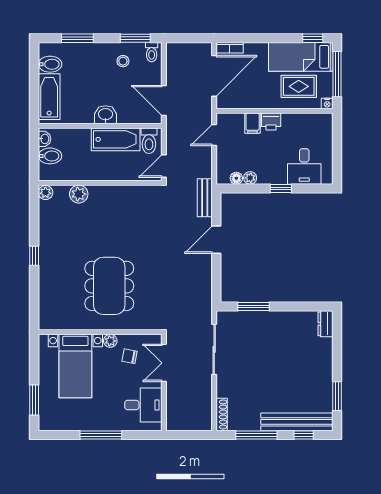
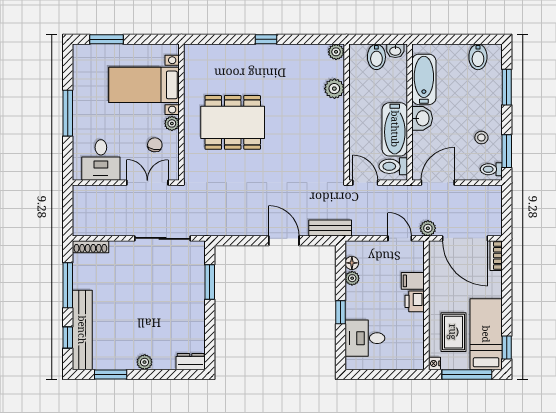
bathtub: (49, 97) -> (424, 79), moved, turned -90
plant: (205, 109) -> (428, 228), added
plant: (326, 366) -> (145, 362), added

